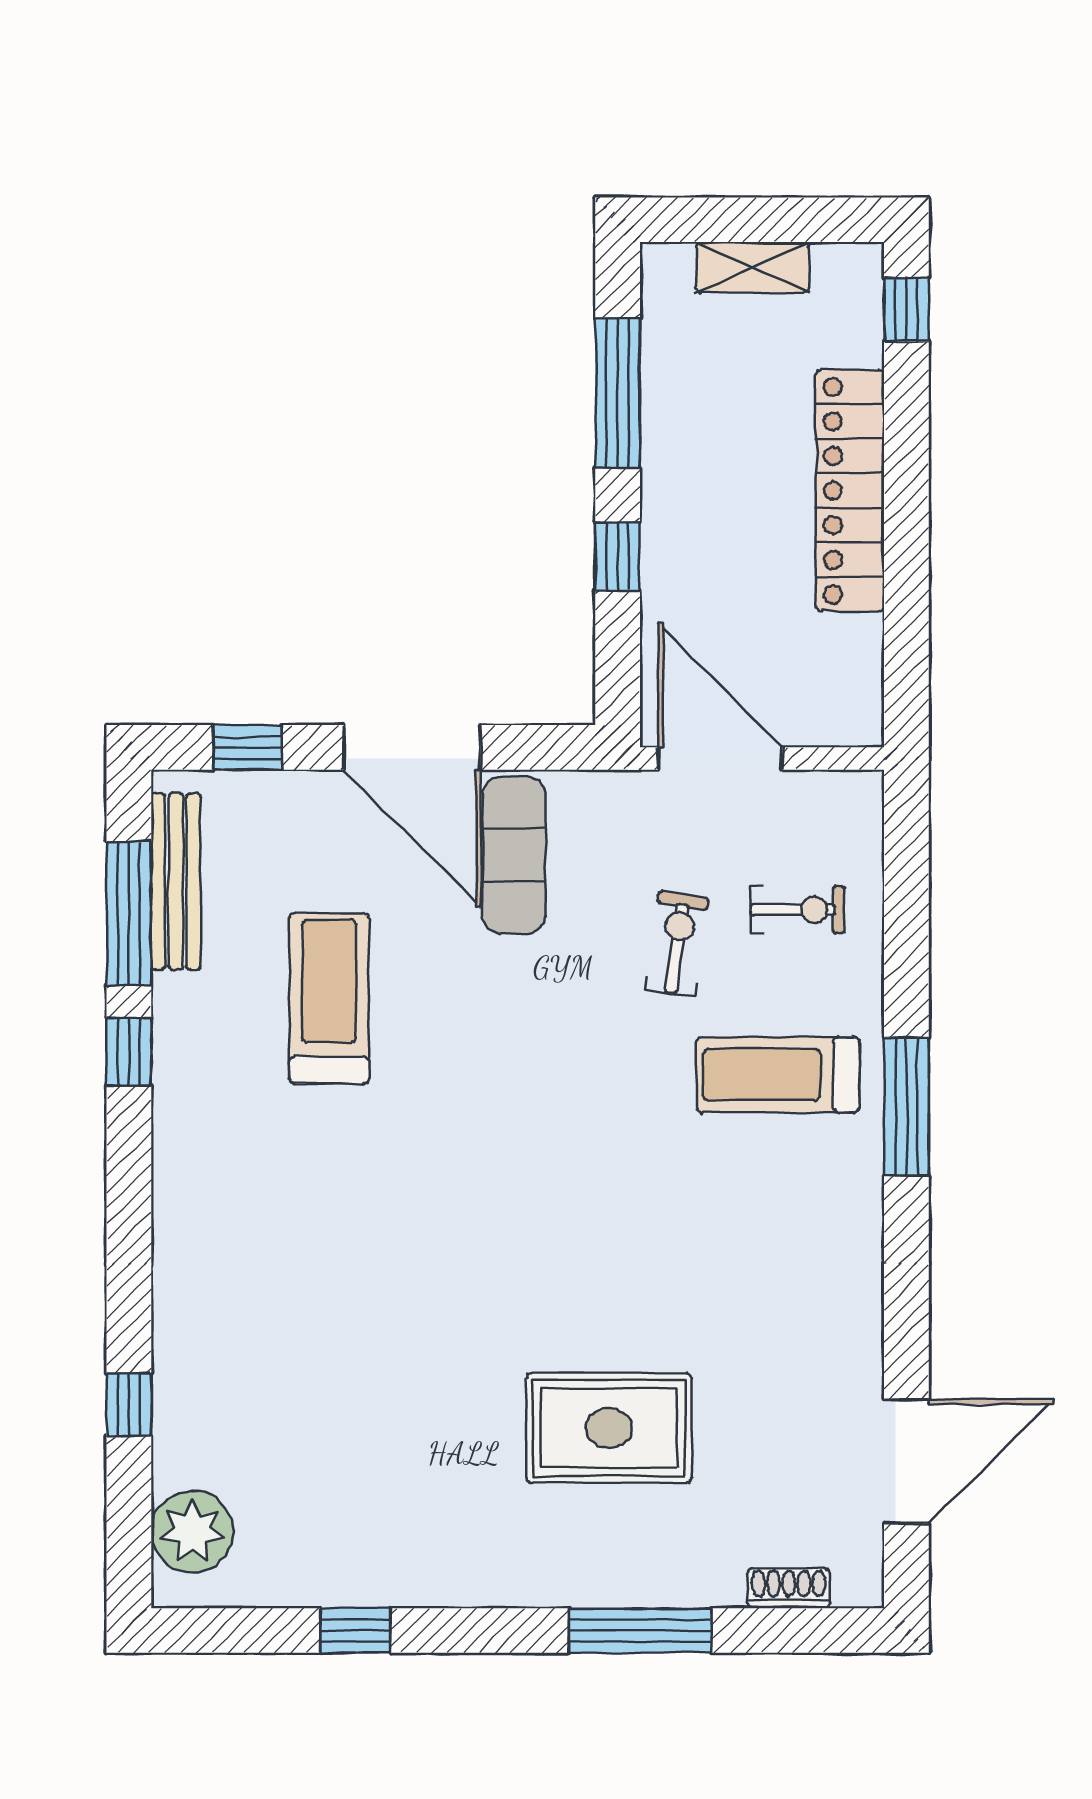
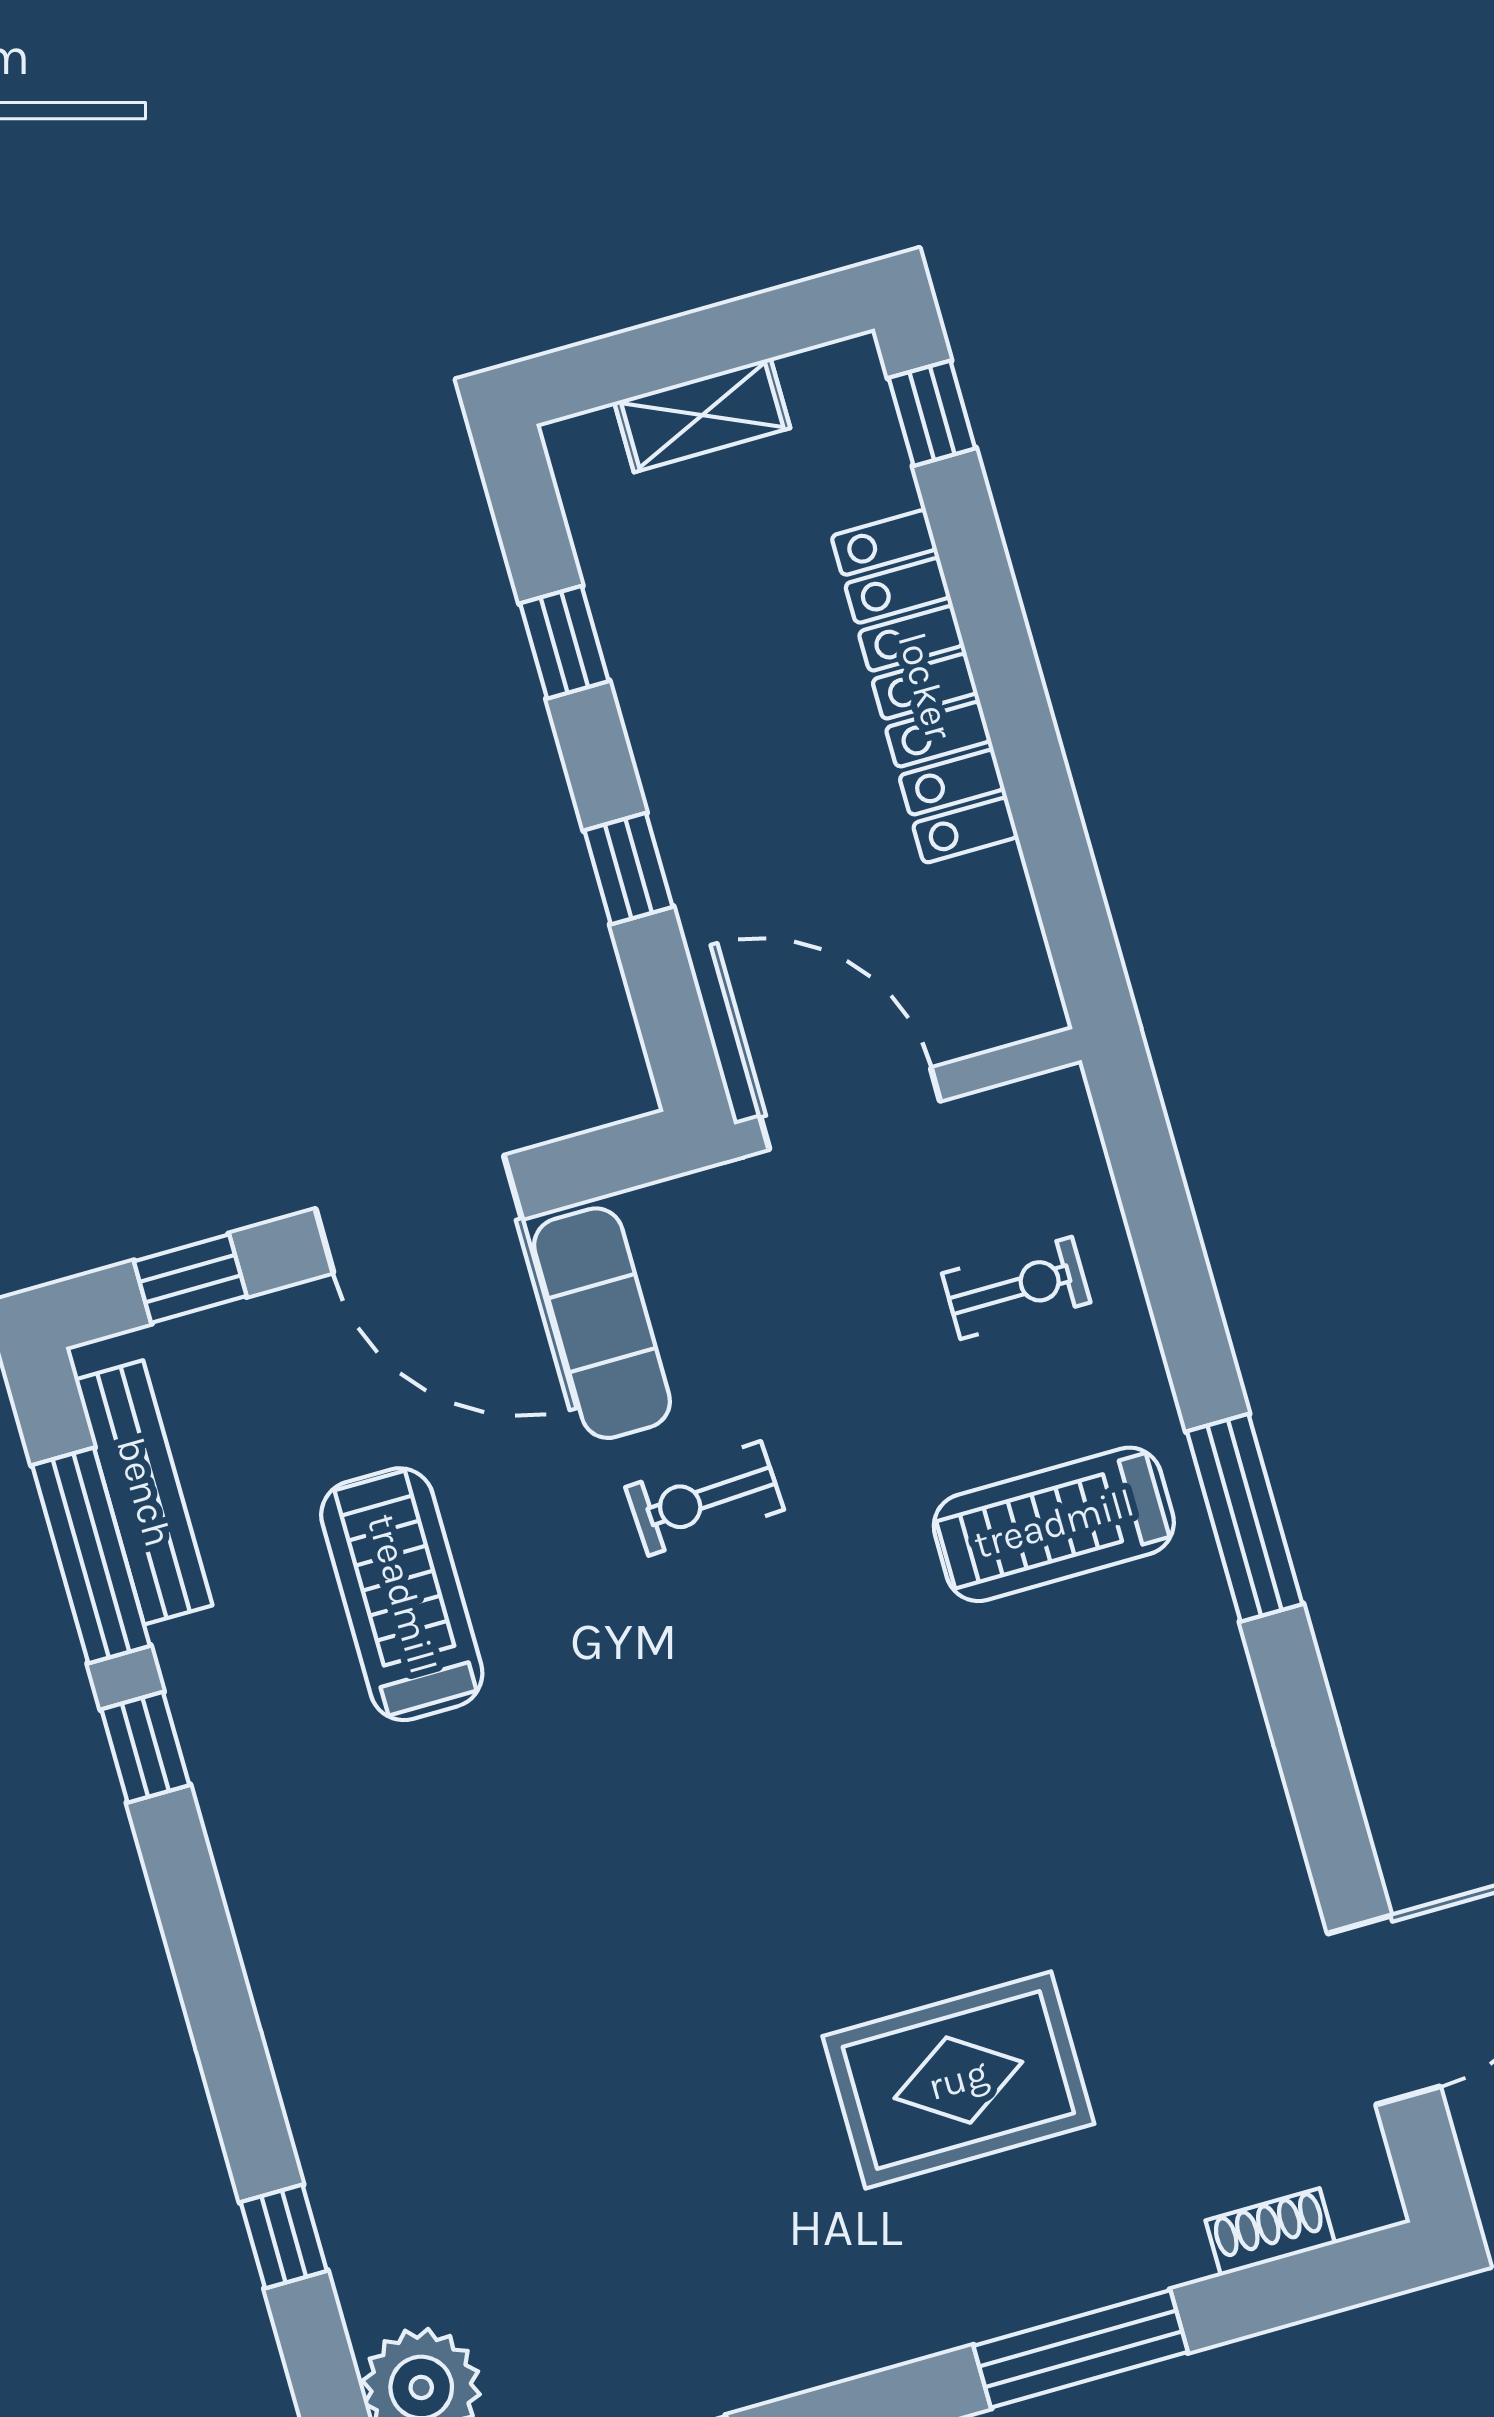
window: (618, 393) -> (564, 642), width x0.46
exercise bike: (677, 944) -> (705, 1498), moved, turned -101

